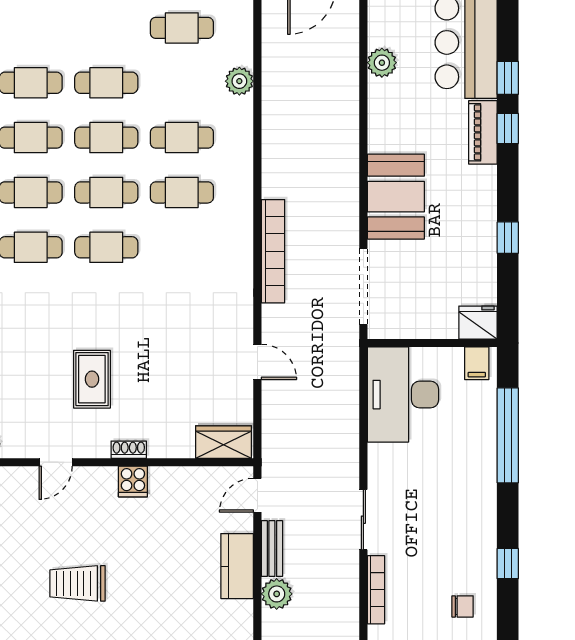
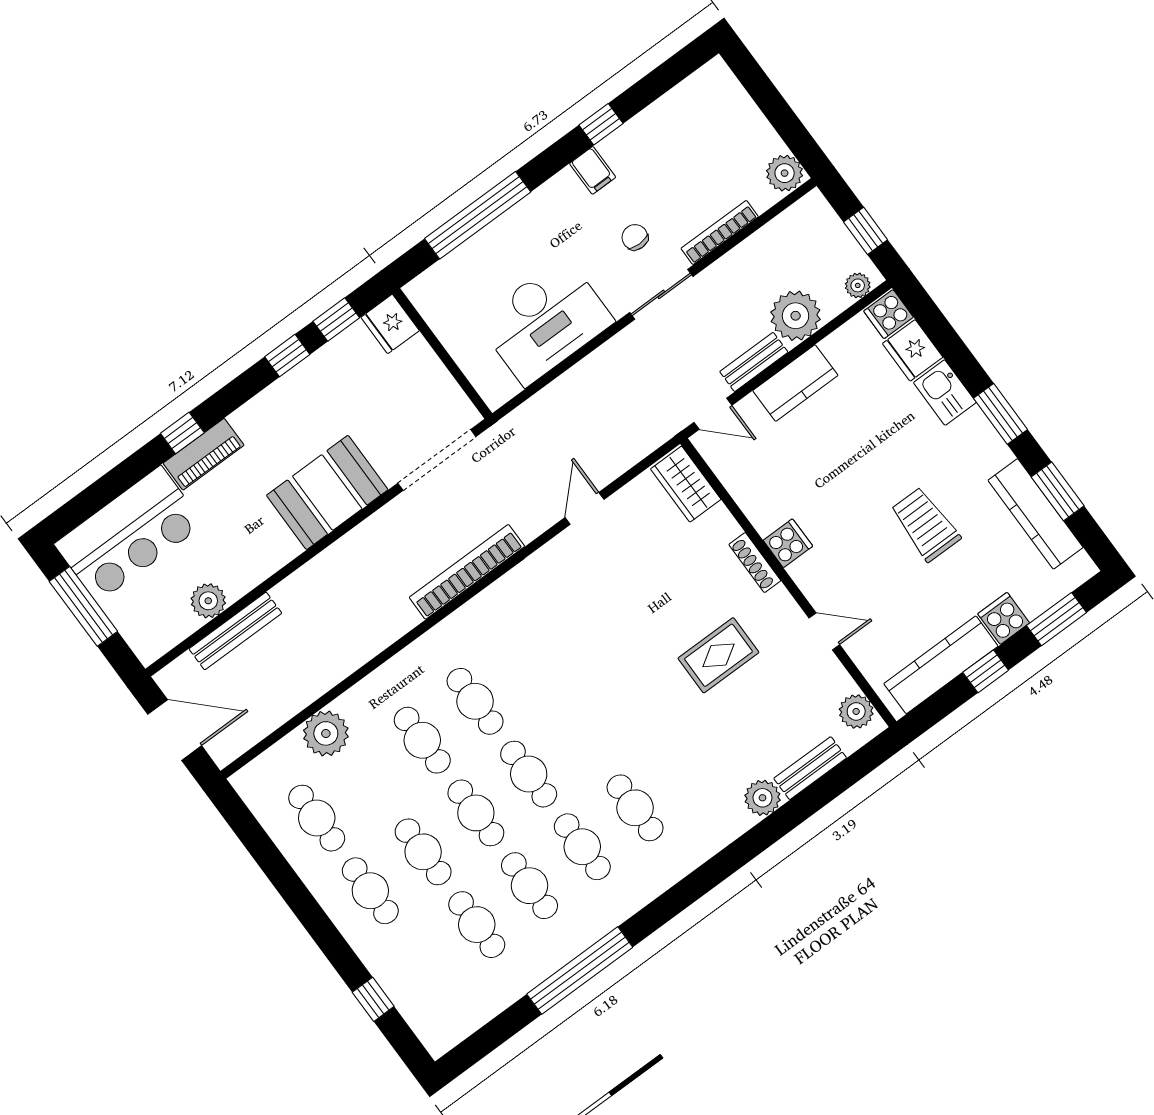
bench: (348, 66) -> (235, 631), added
window: (508, 78) -> (336, 319), moved
plant: (239, 81) -> (326, 733), width x1.36, depth x1.36
cafe table: (106, 247) -> (370, 891), moved
filing cabinet: (477, 363) -> (593, 170), moved, turned 90
desk: (403, 395) -> (545, 321), moved
shoe rack: (129, 450) -> (755, 563), width x1.43
trolley: (78, 583) -> (925, 524), turned 180
plant: (277, 594) -> (796, 316), width x1.36, depth x1.36
chair: (463, 606) -> (635, 237), moved

